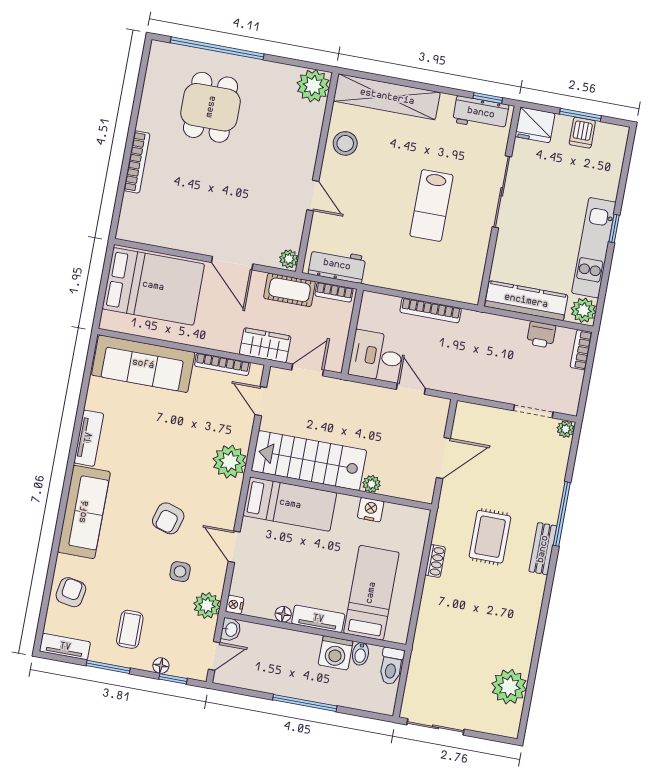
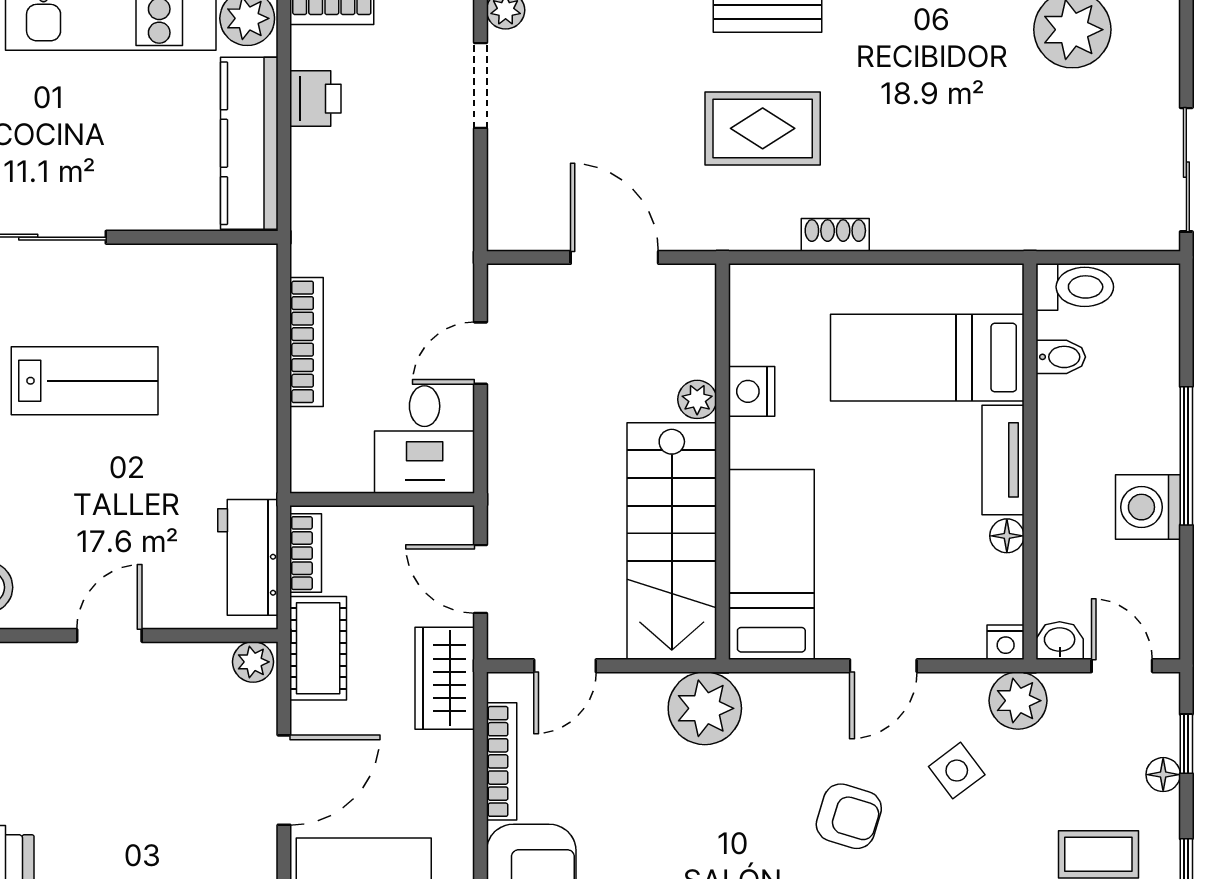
side table: (180, 572) -> (957, 771), turned -37
washing machine: (336, 653) -> (1148, 507), moved, turned 180

